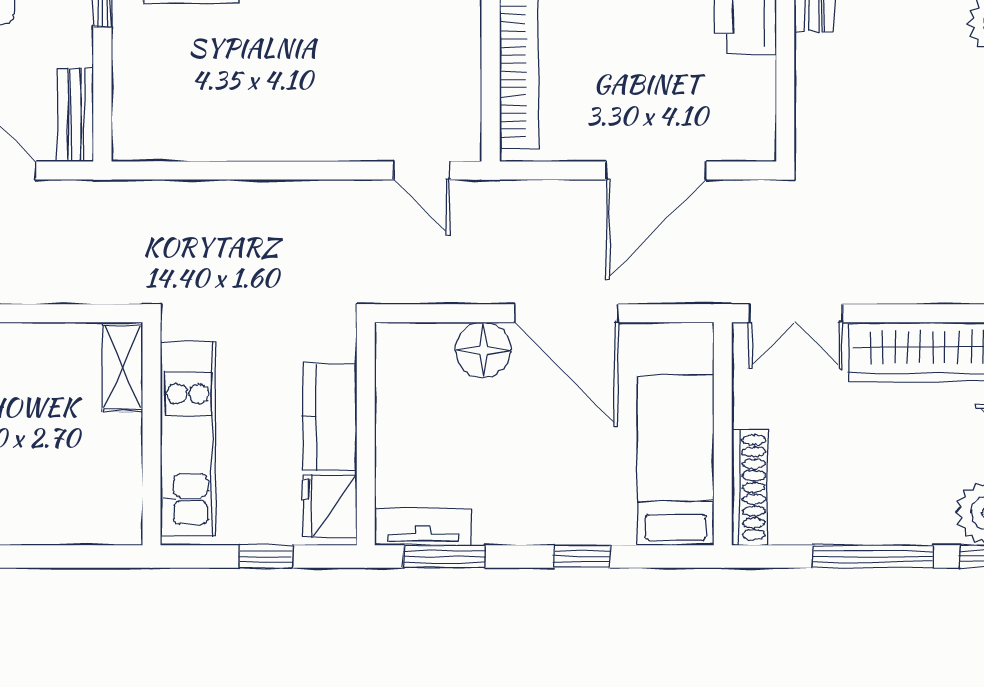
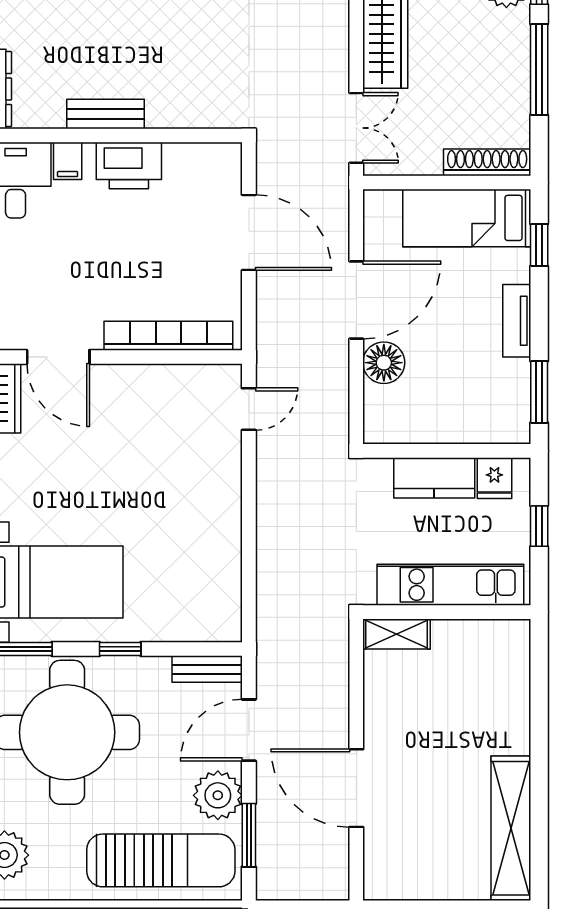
fridge: (330, 506) -> (494, 478), width x0.72
tv unit: (423, 527) -> (517, 321), moved
window: (582, 556) -> (539, 245), moved

